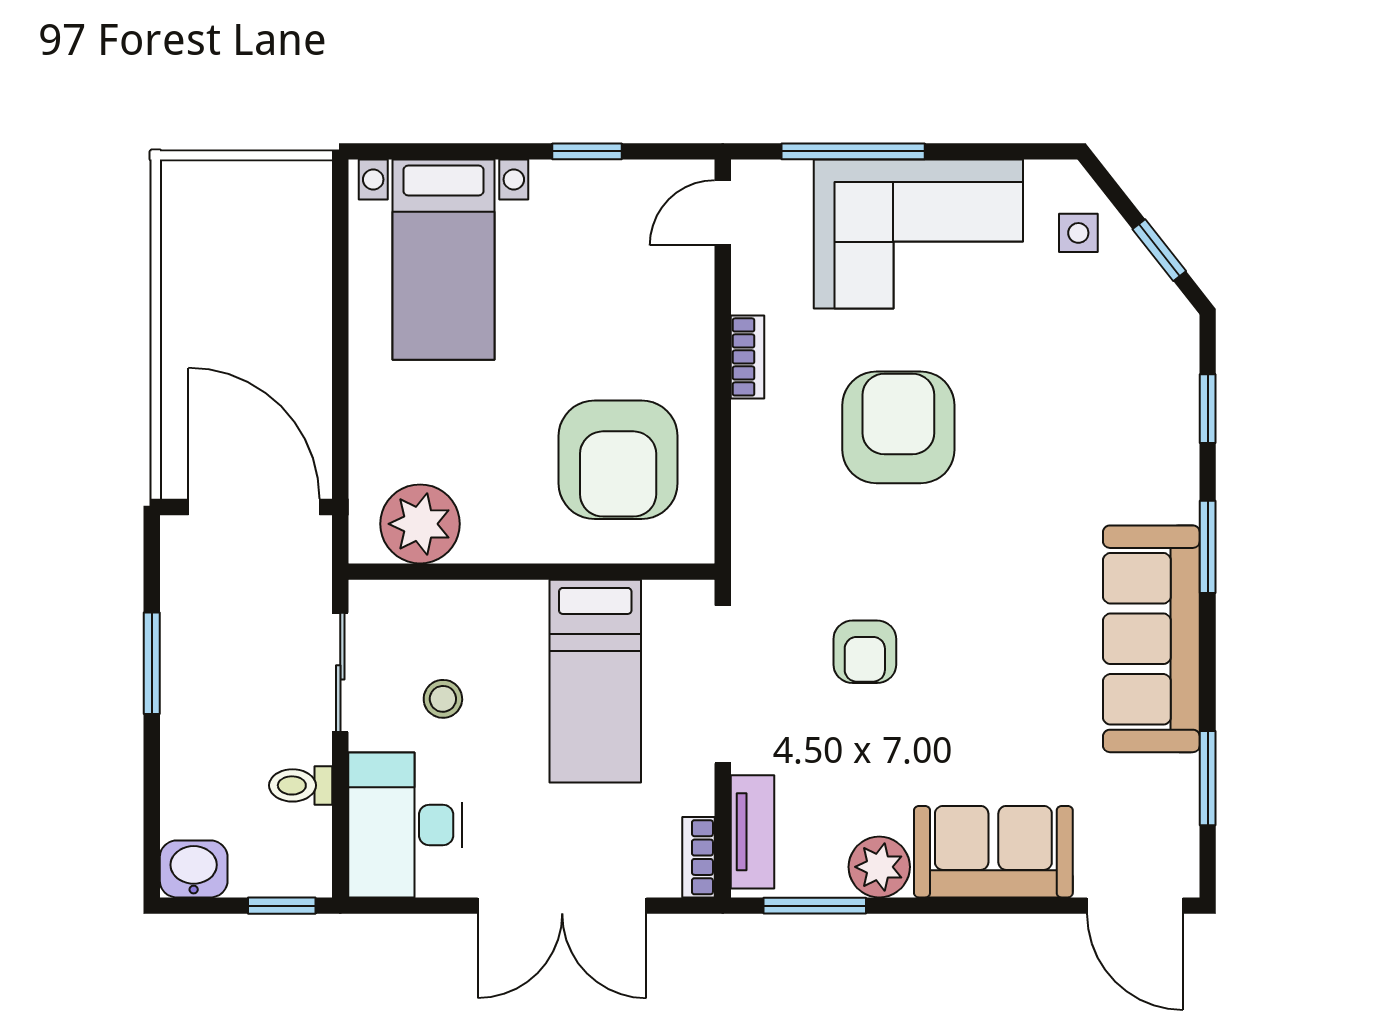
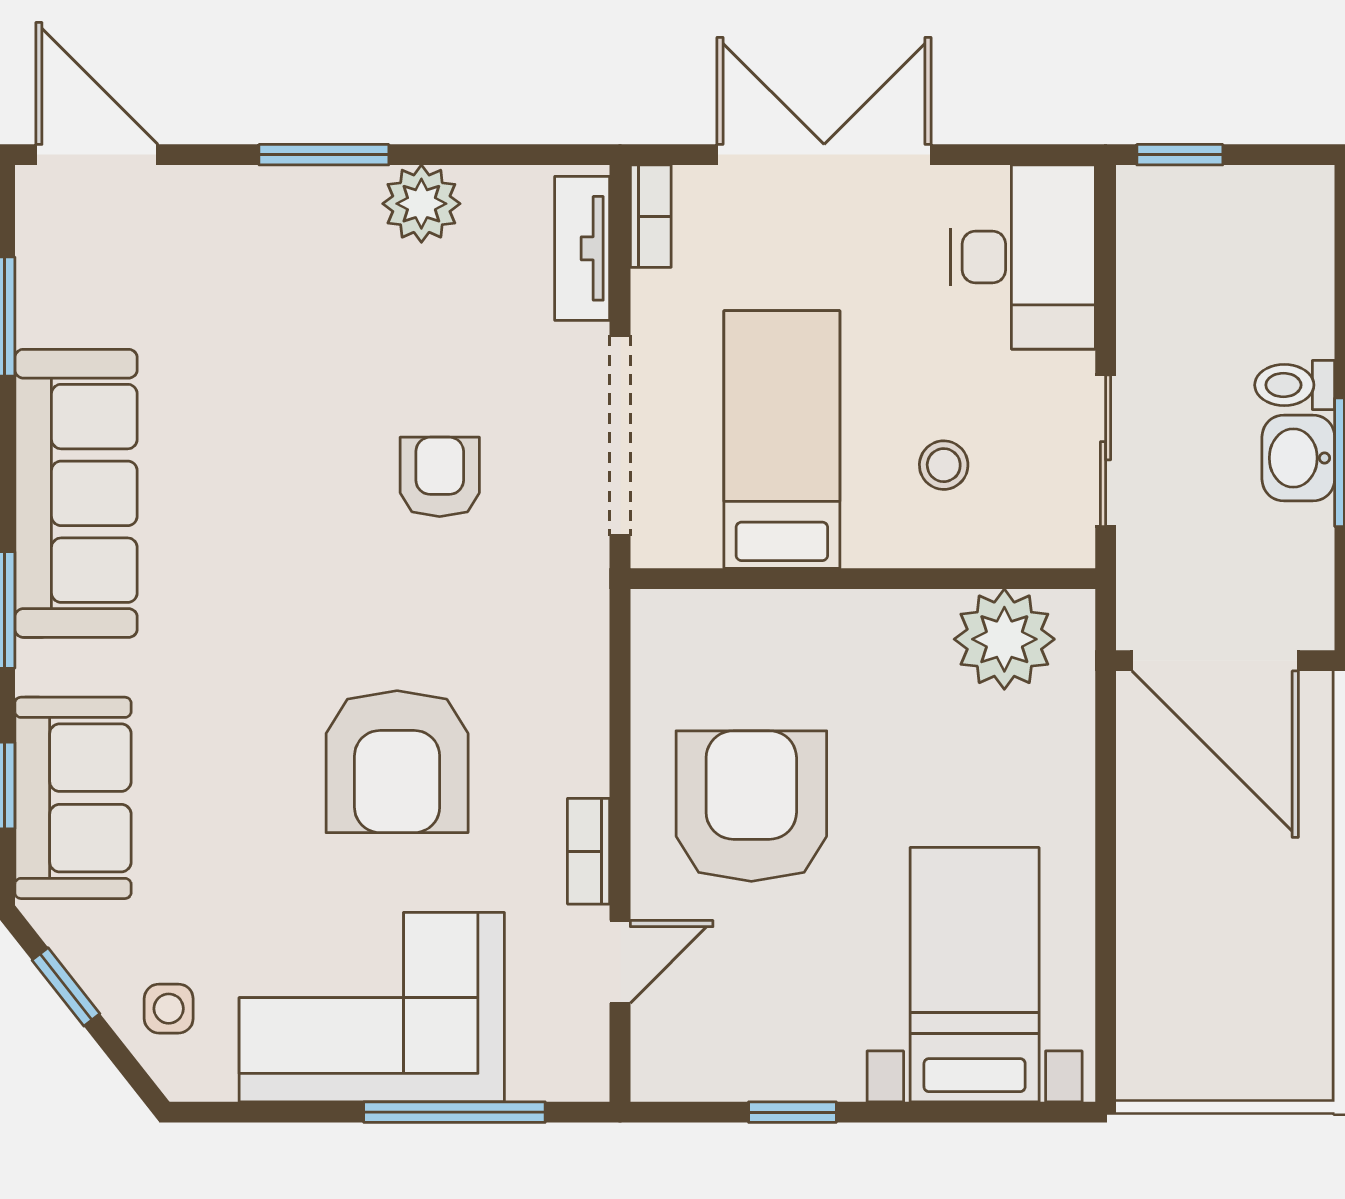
door: (723, 213) -> (620, 962), moved
armchair: (618, 460) -> (751, 806), moved
stool: (443, 699) -> (944, 465), moved
toilet: (301, 785) -> (1295, 385), moved, turned 180
sofa: (993, 852) -> (73, 798), moved, turned -90
washbasin: (194, 869) -> (1298, 458), moved, turned 90
window: (815, 906) -> (324, 155), moved

